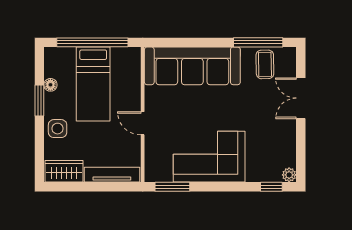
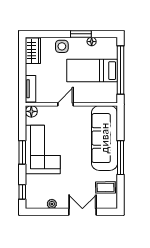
window: (258, 42) -> (121, 158), moved
floor lamp: (153, 173) -> (31, 111), added
tv unit: (112, 175) -> (31, 89), width x0.71
plant: (289, 175) -> (52, 204), moved
window: (172, 187) -> (22, 152), moved

